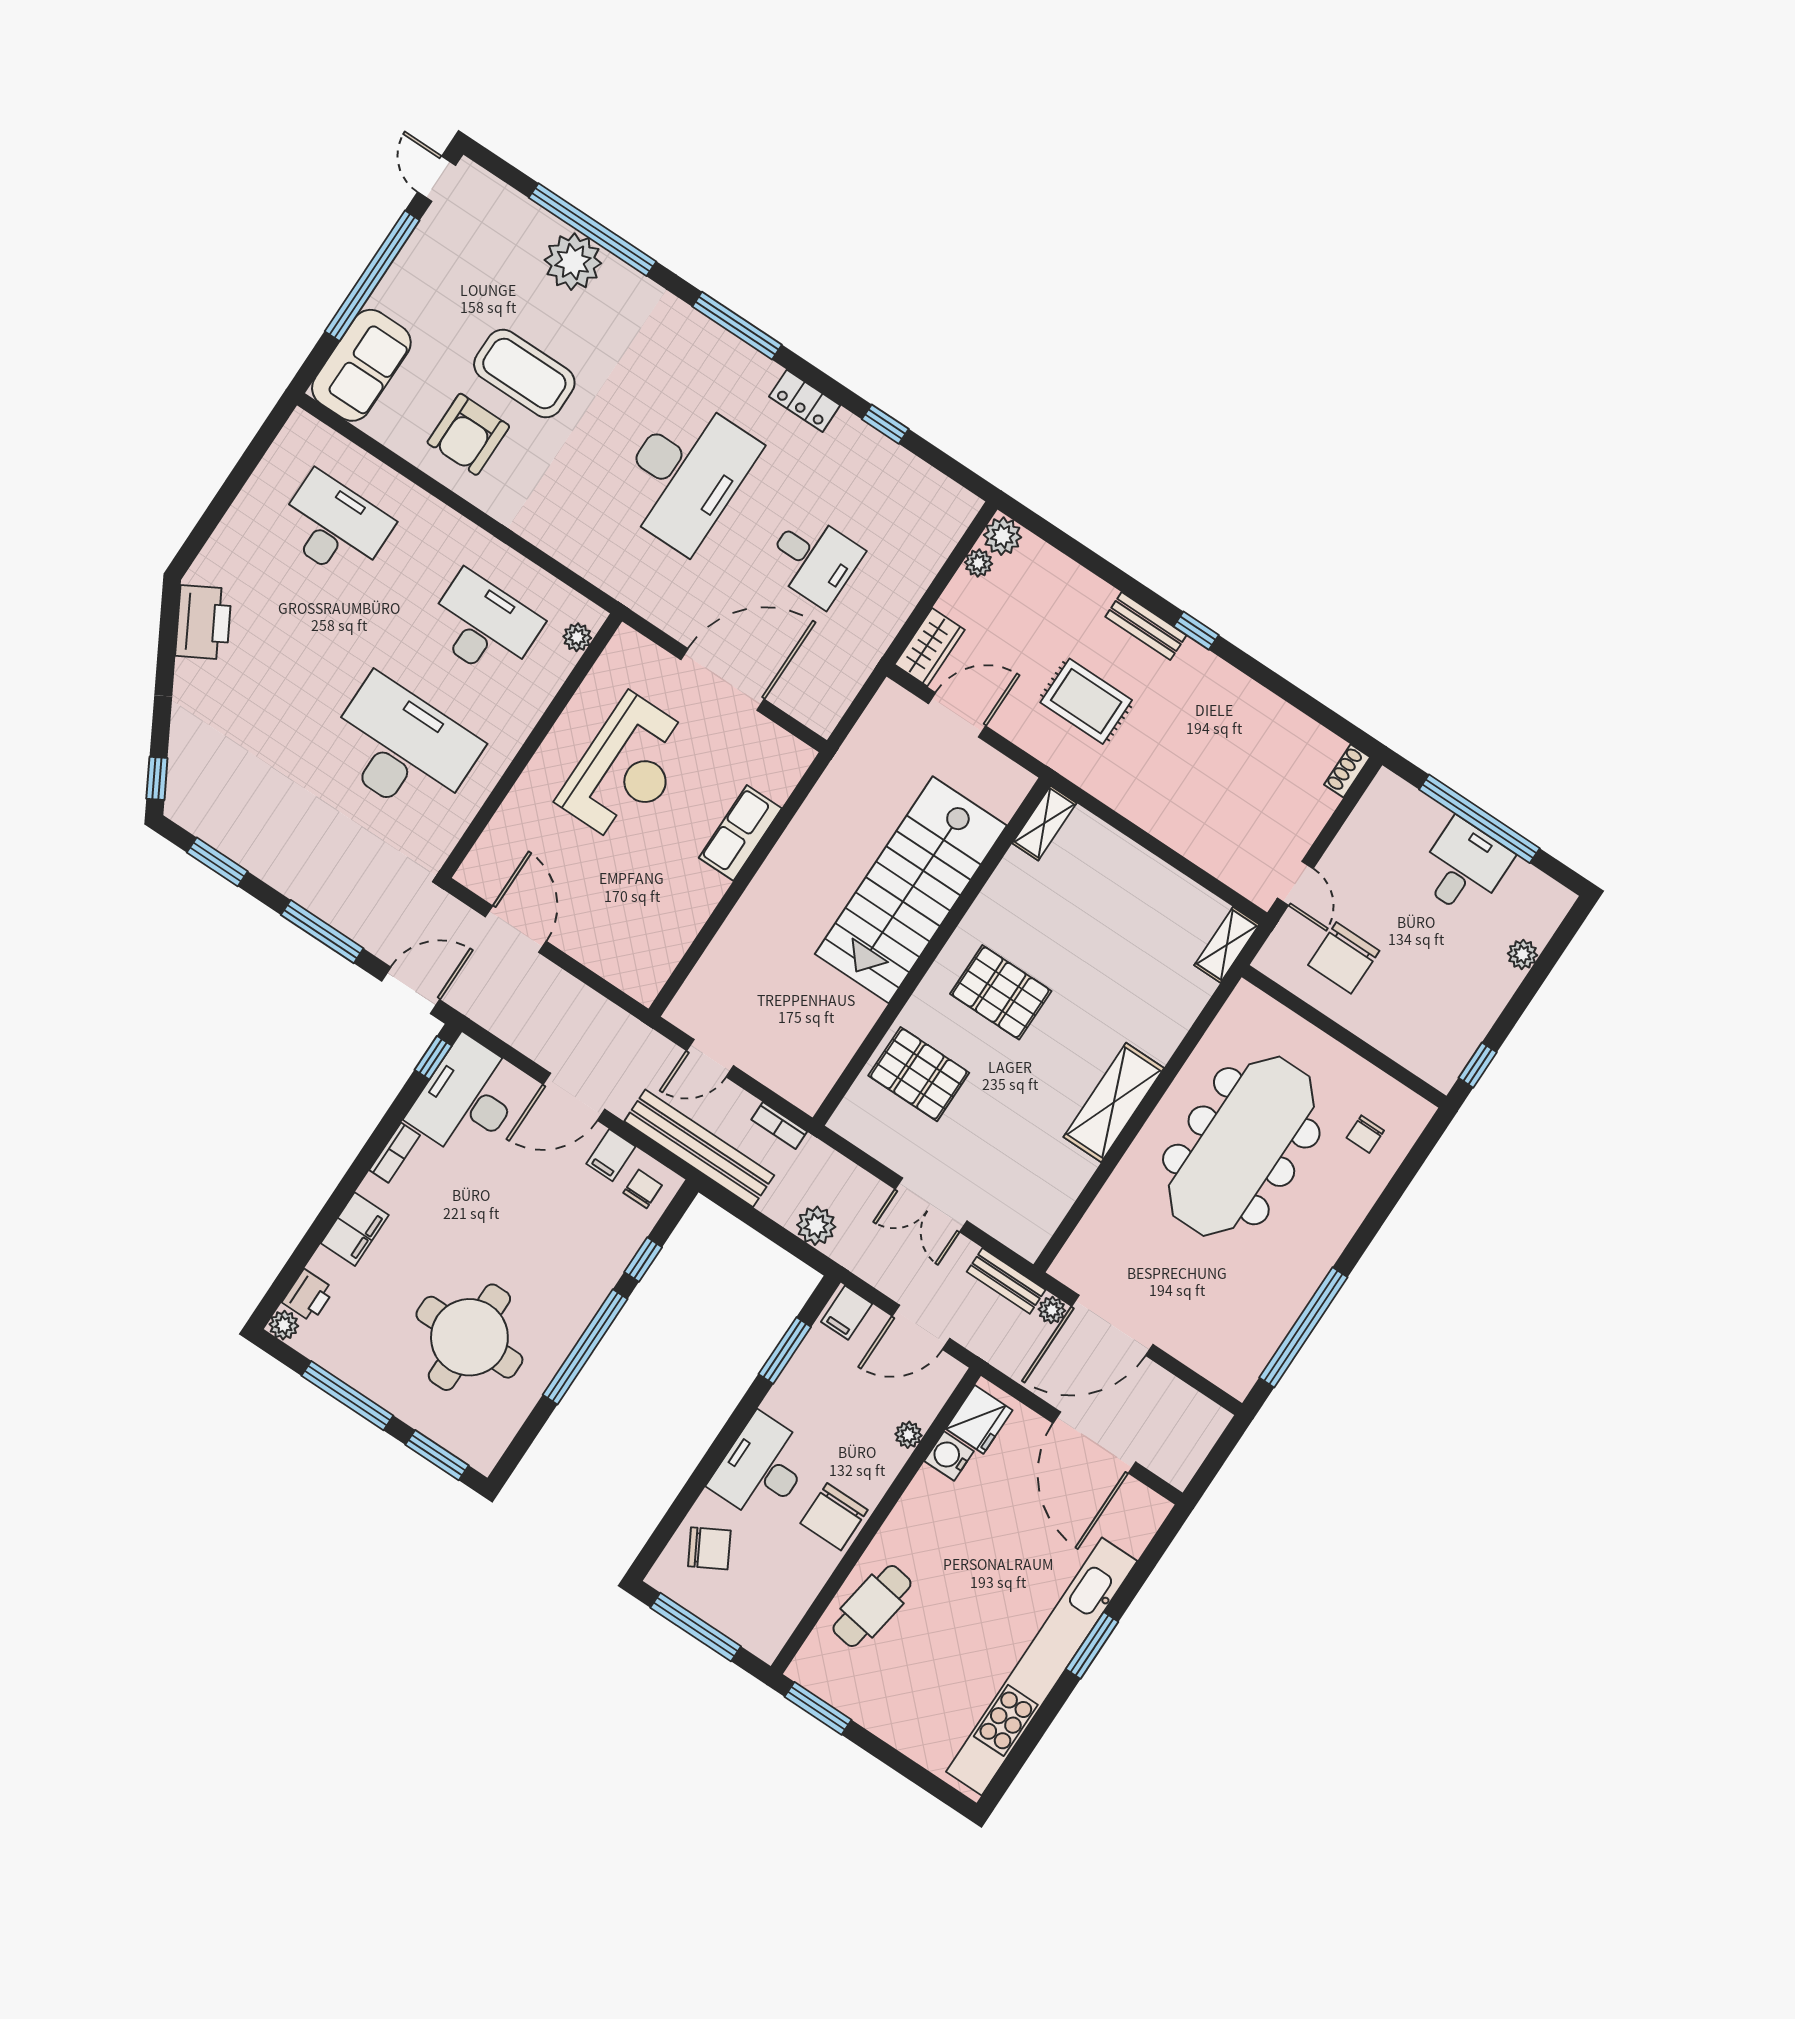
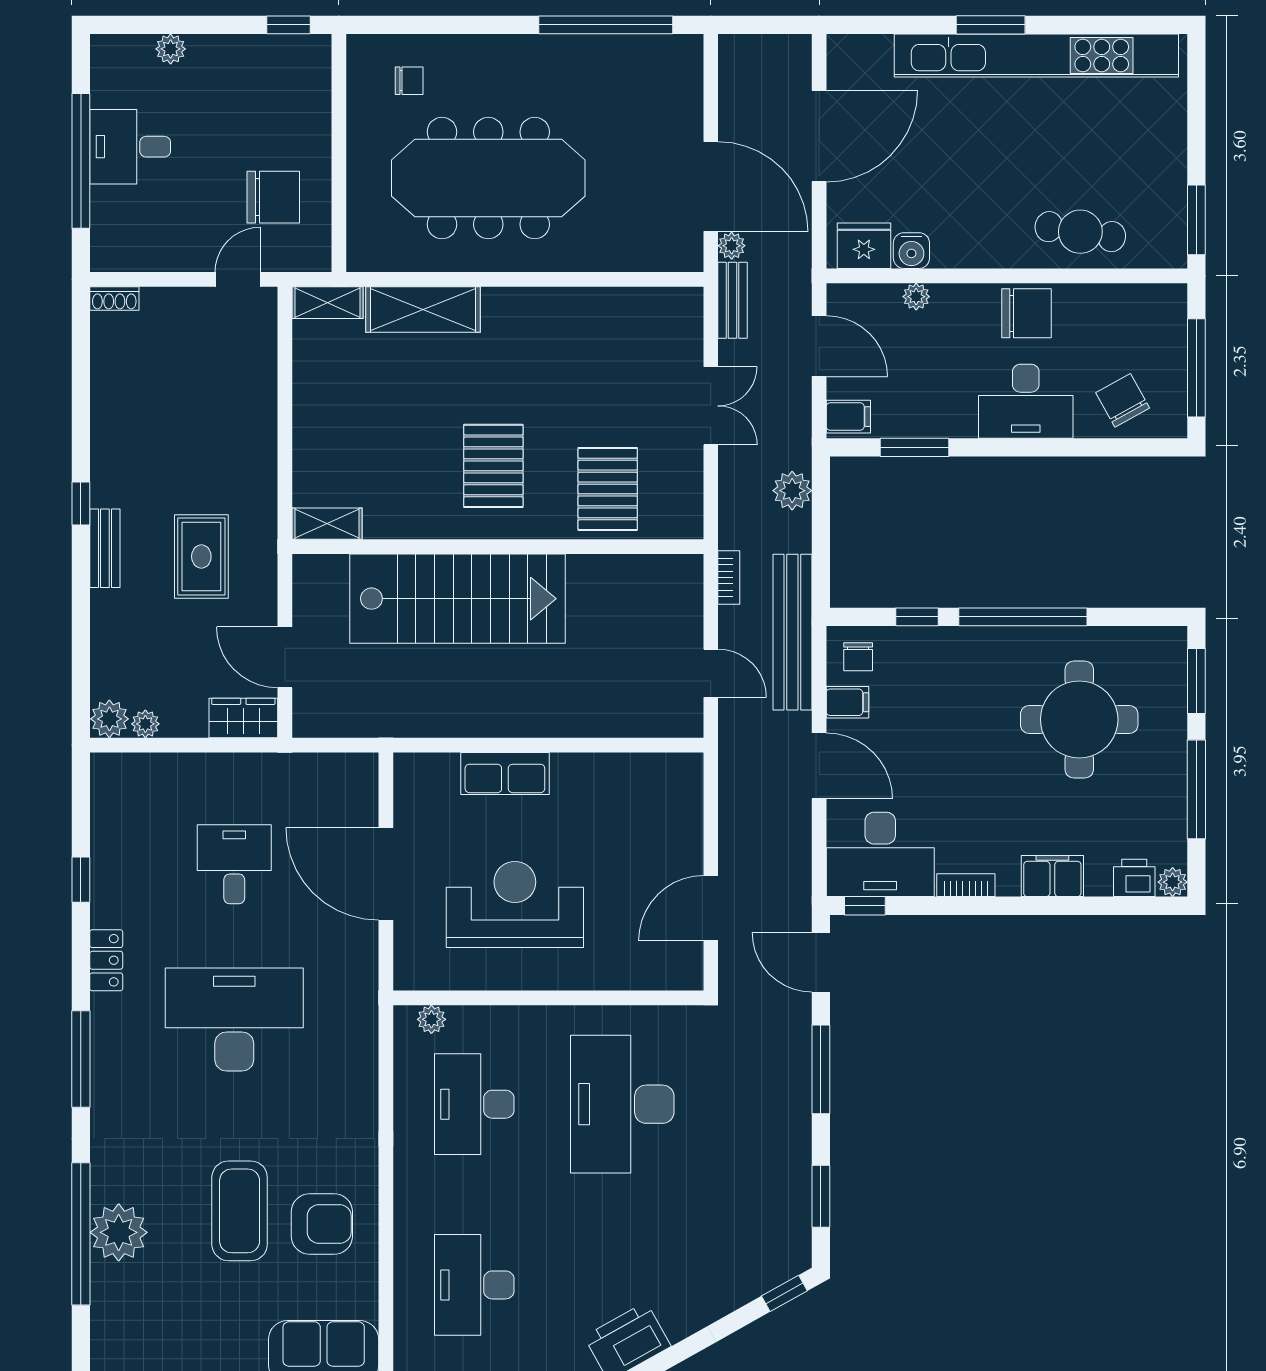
shelving: (1114, 1102) -> (423, 310), moved
chair: (643, 1189) -> (858, 657), turned -90

